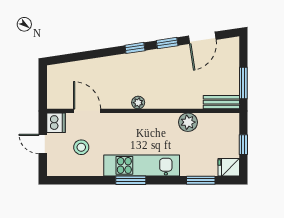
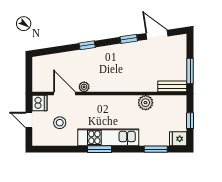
door: (202, 38) -> (157, 35), swing flipped
window: (135, 48) -> (87, 45), moved
plant: (138, 103) -> (84, 87), moved

